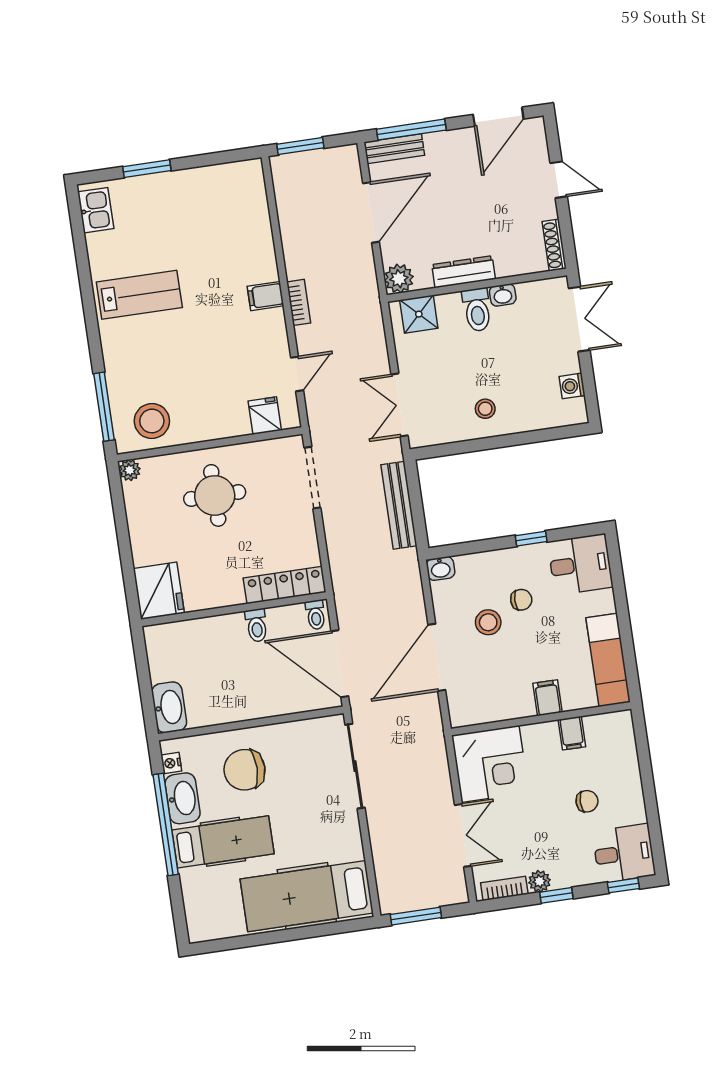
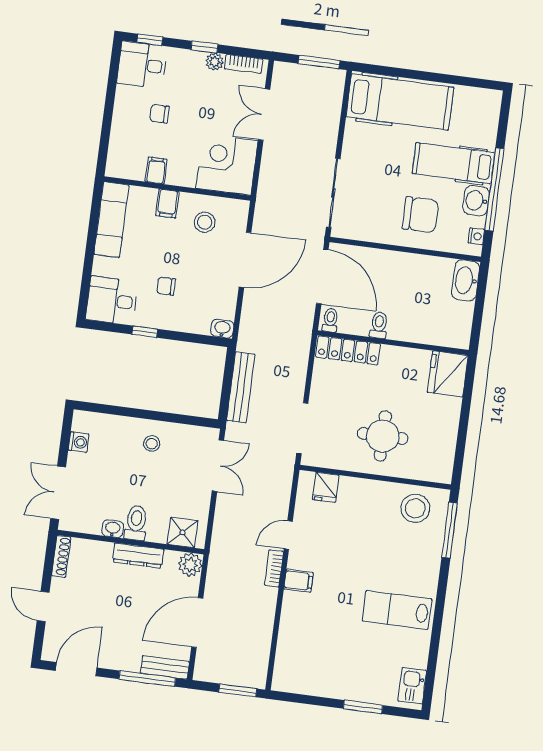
door: (297, 374) -> (288, 535), moved
plant: (130, 470) -> (444, 475), removed
stool: (488, 622) -> (205, 222), moved
washbasin: (183, 798) -> (476, 201), width x0.72

